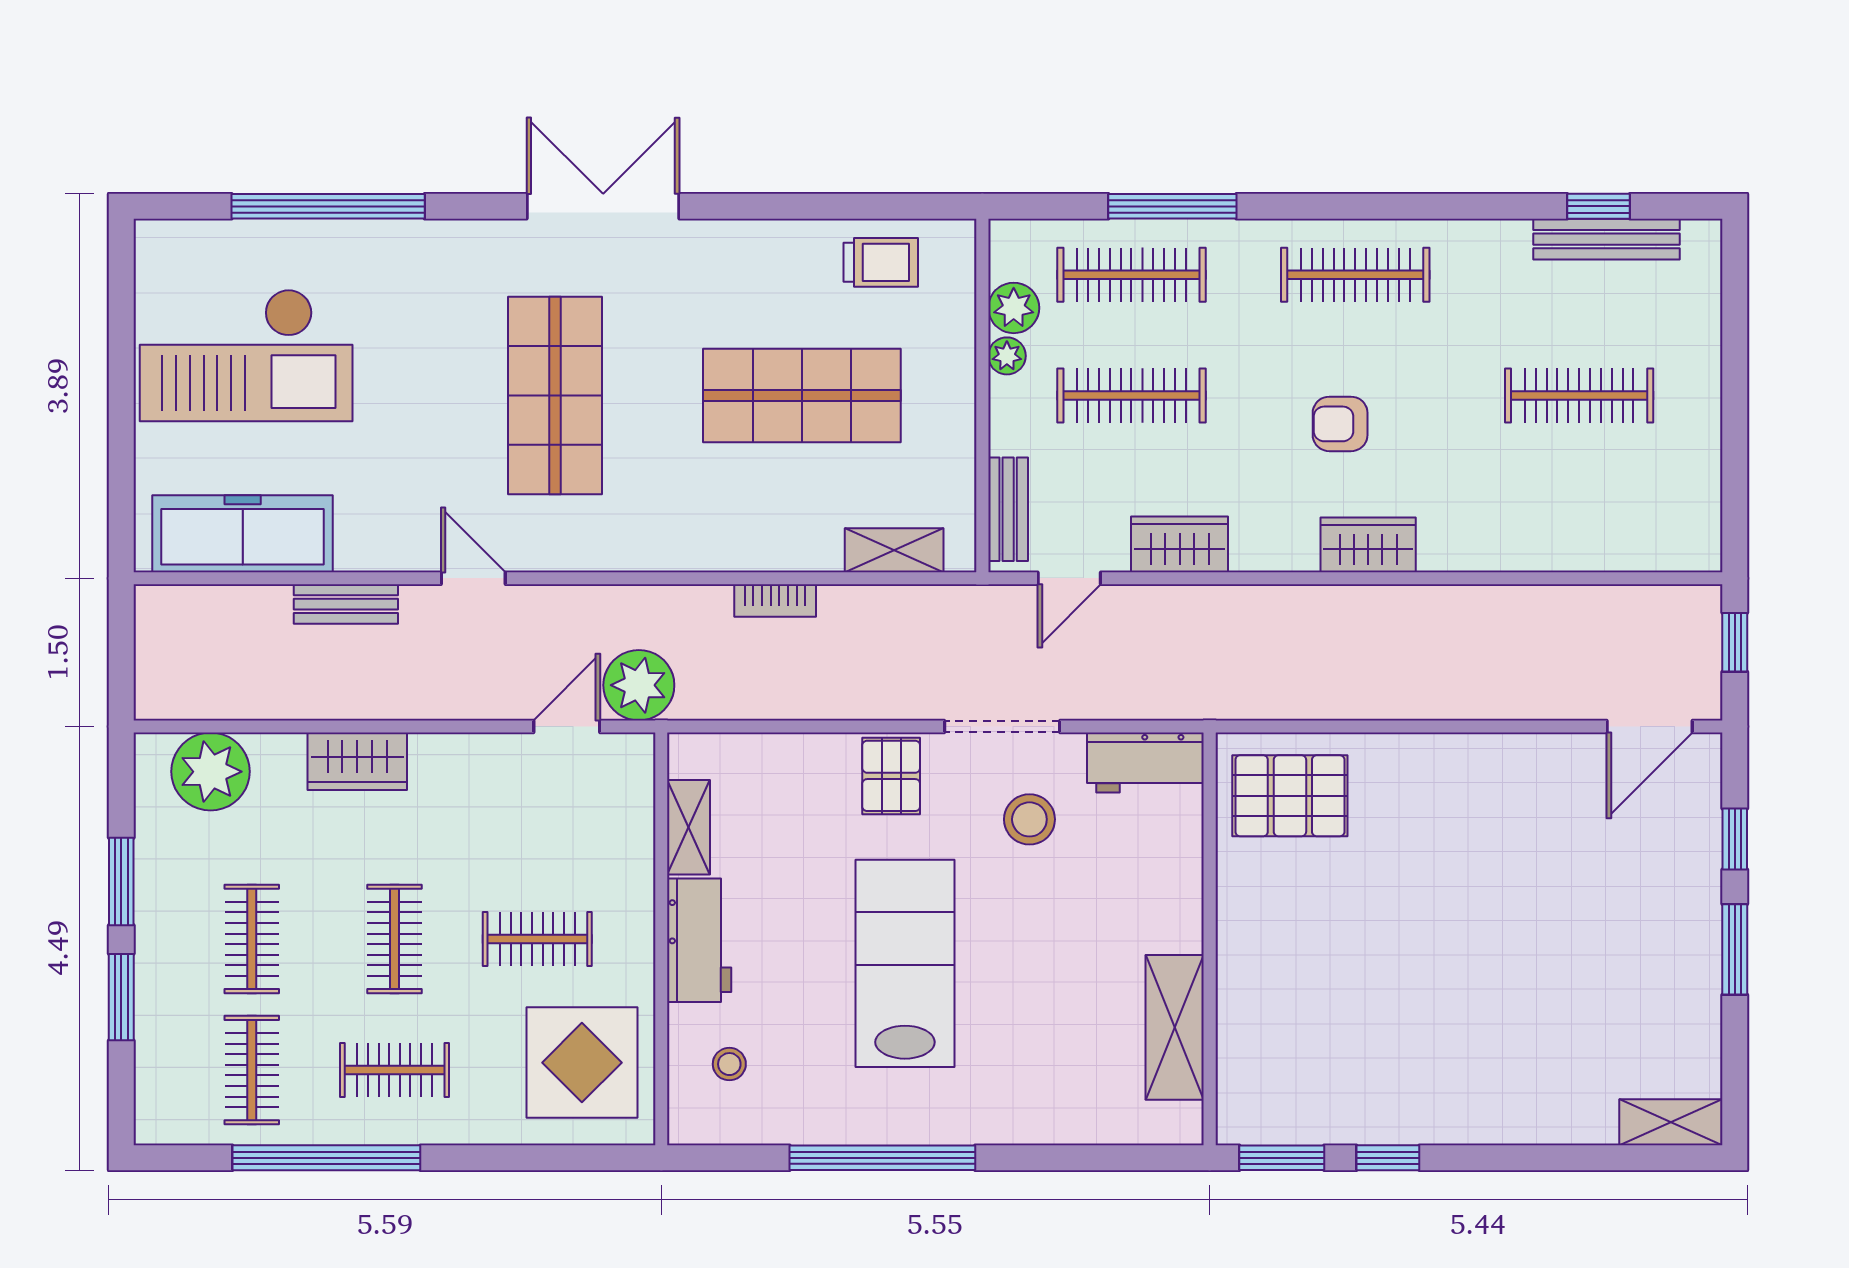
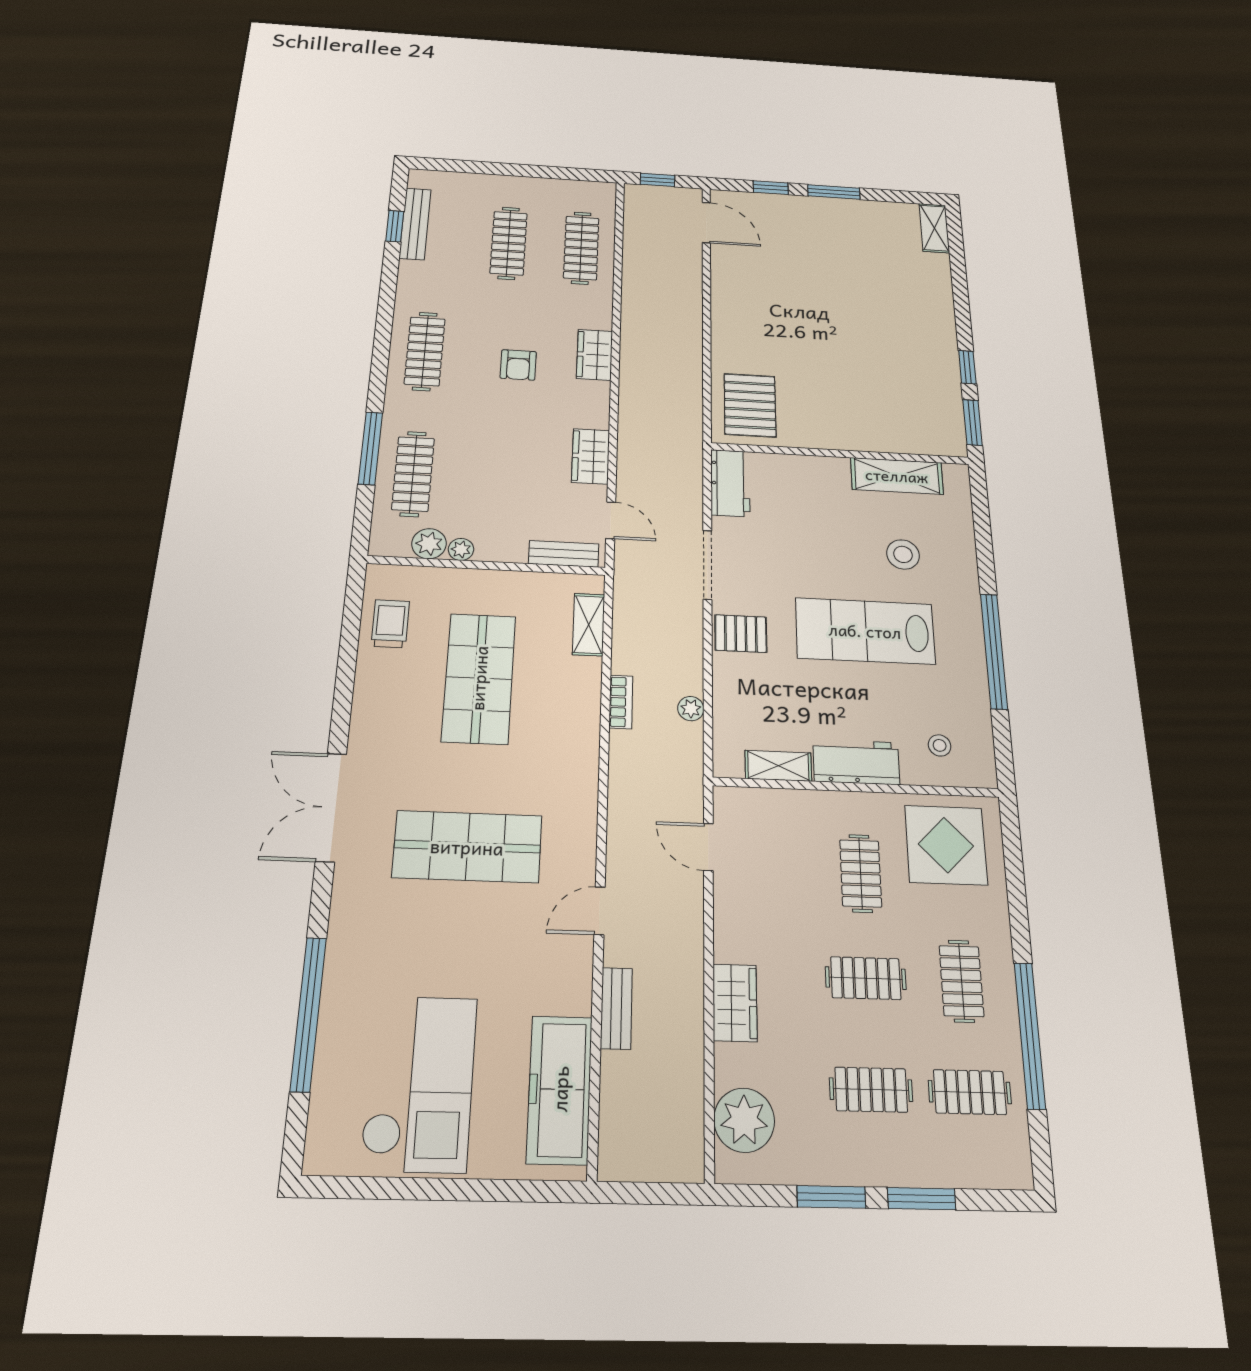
clothes rail: (1131, 396) -> (581, 248), moved
plant: (639, 685) -> (691, 709), moved, width x0.53, depth x0.53
stool: (1029, 819) -> (903, 554), moved

